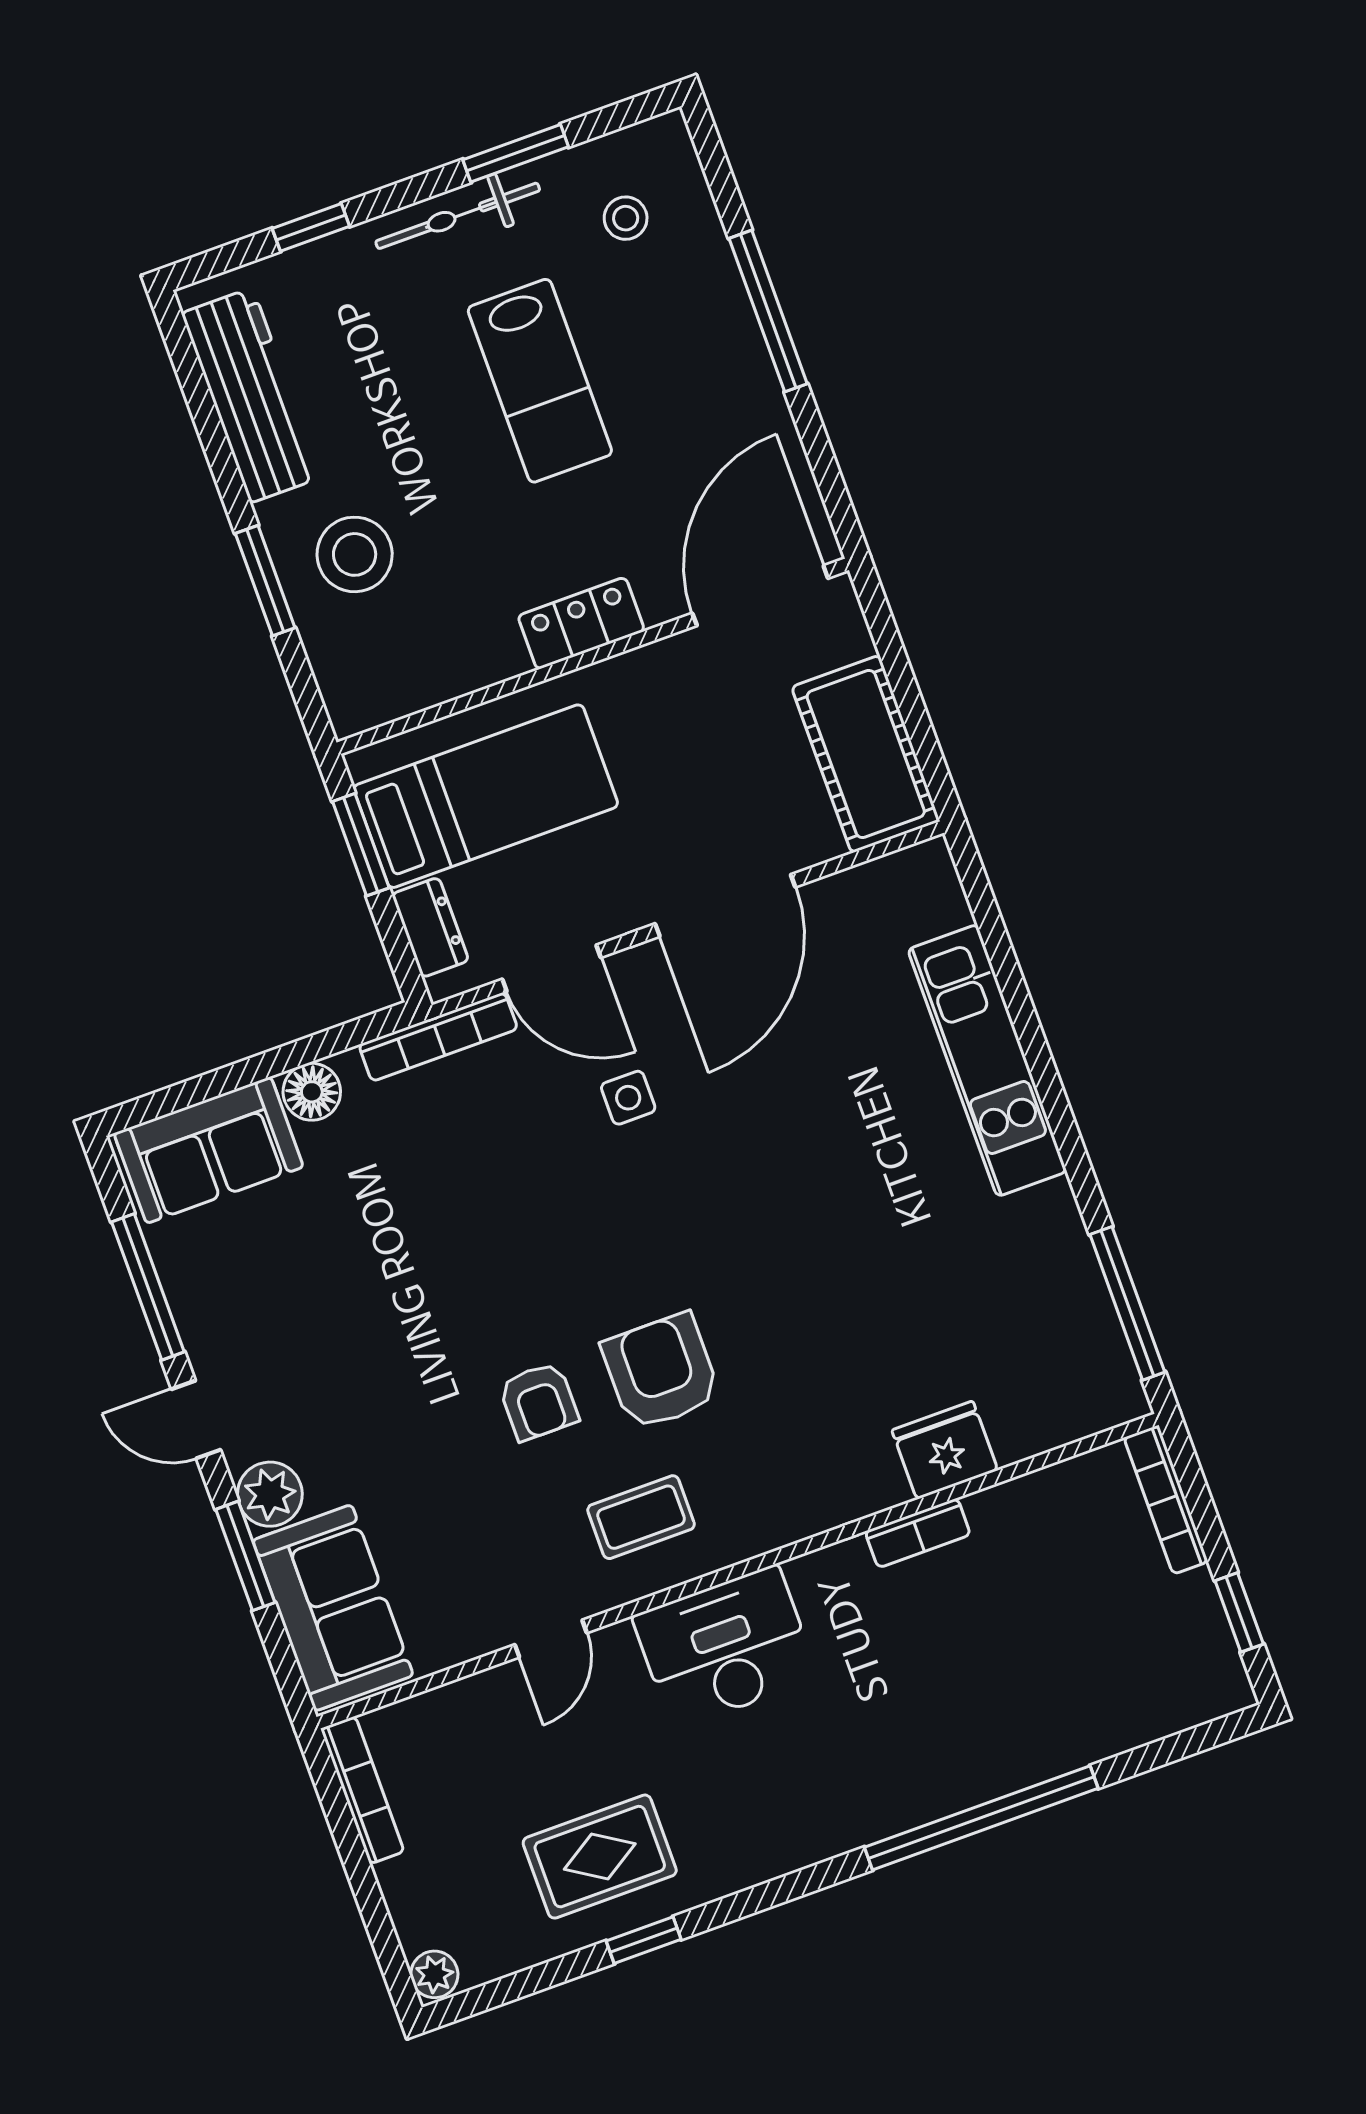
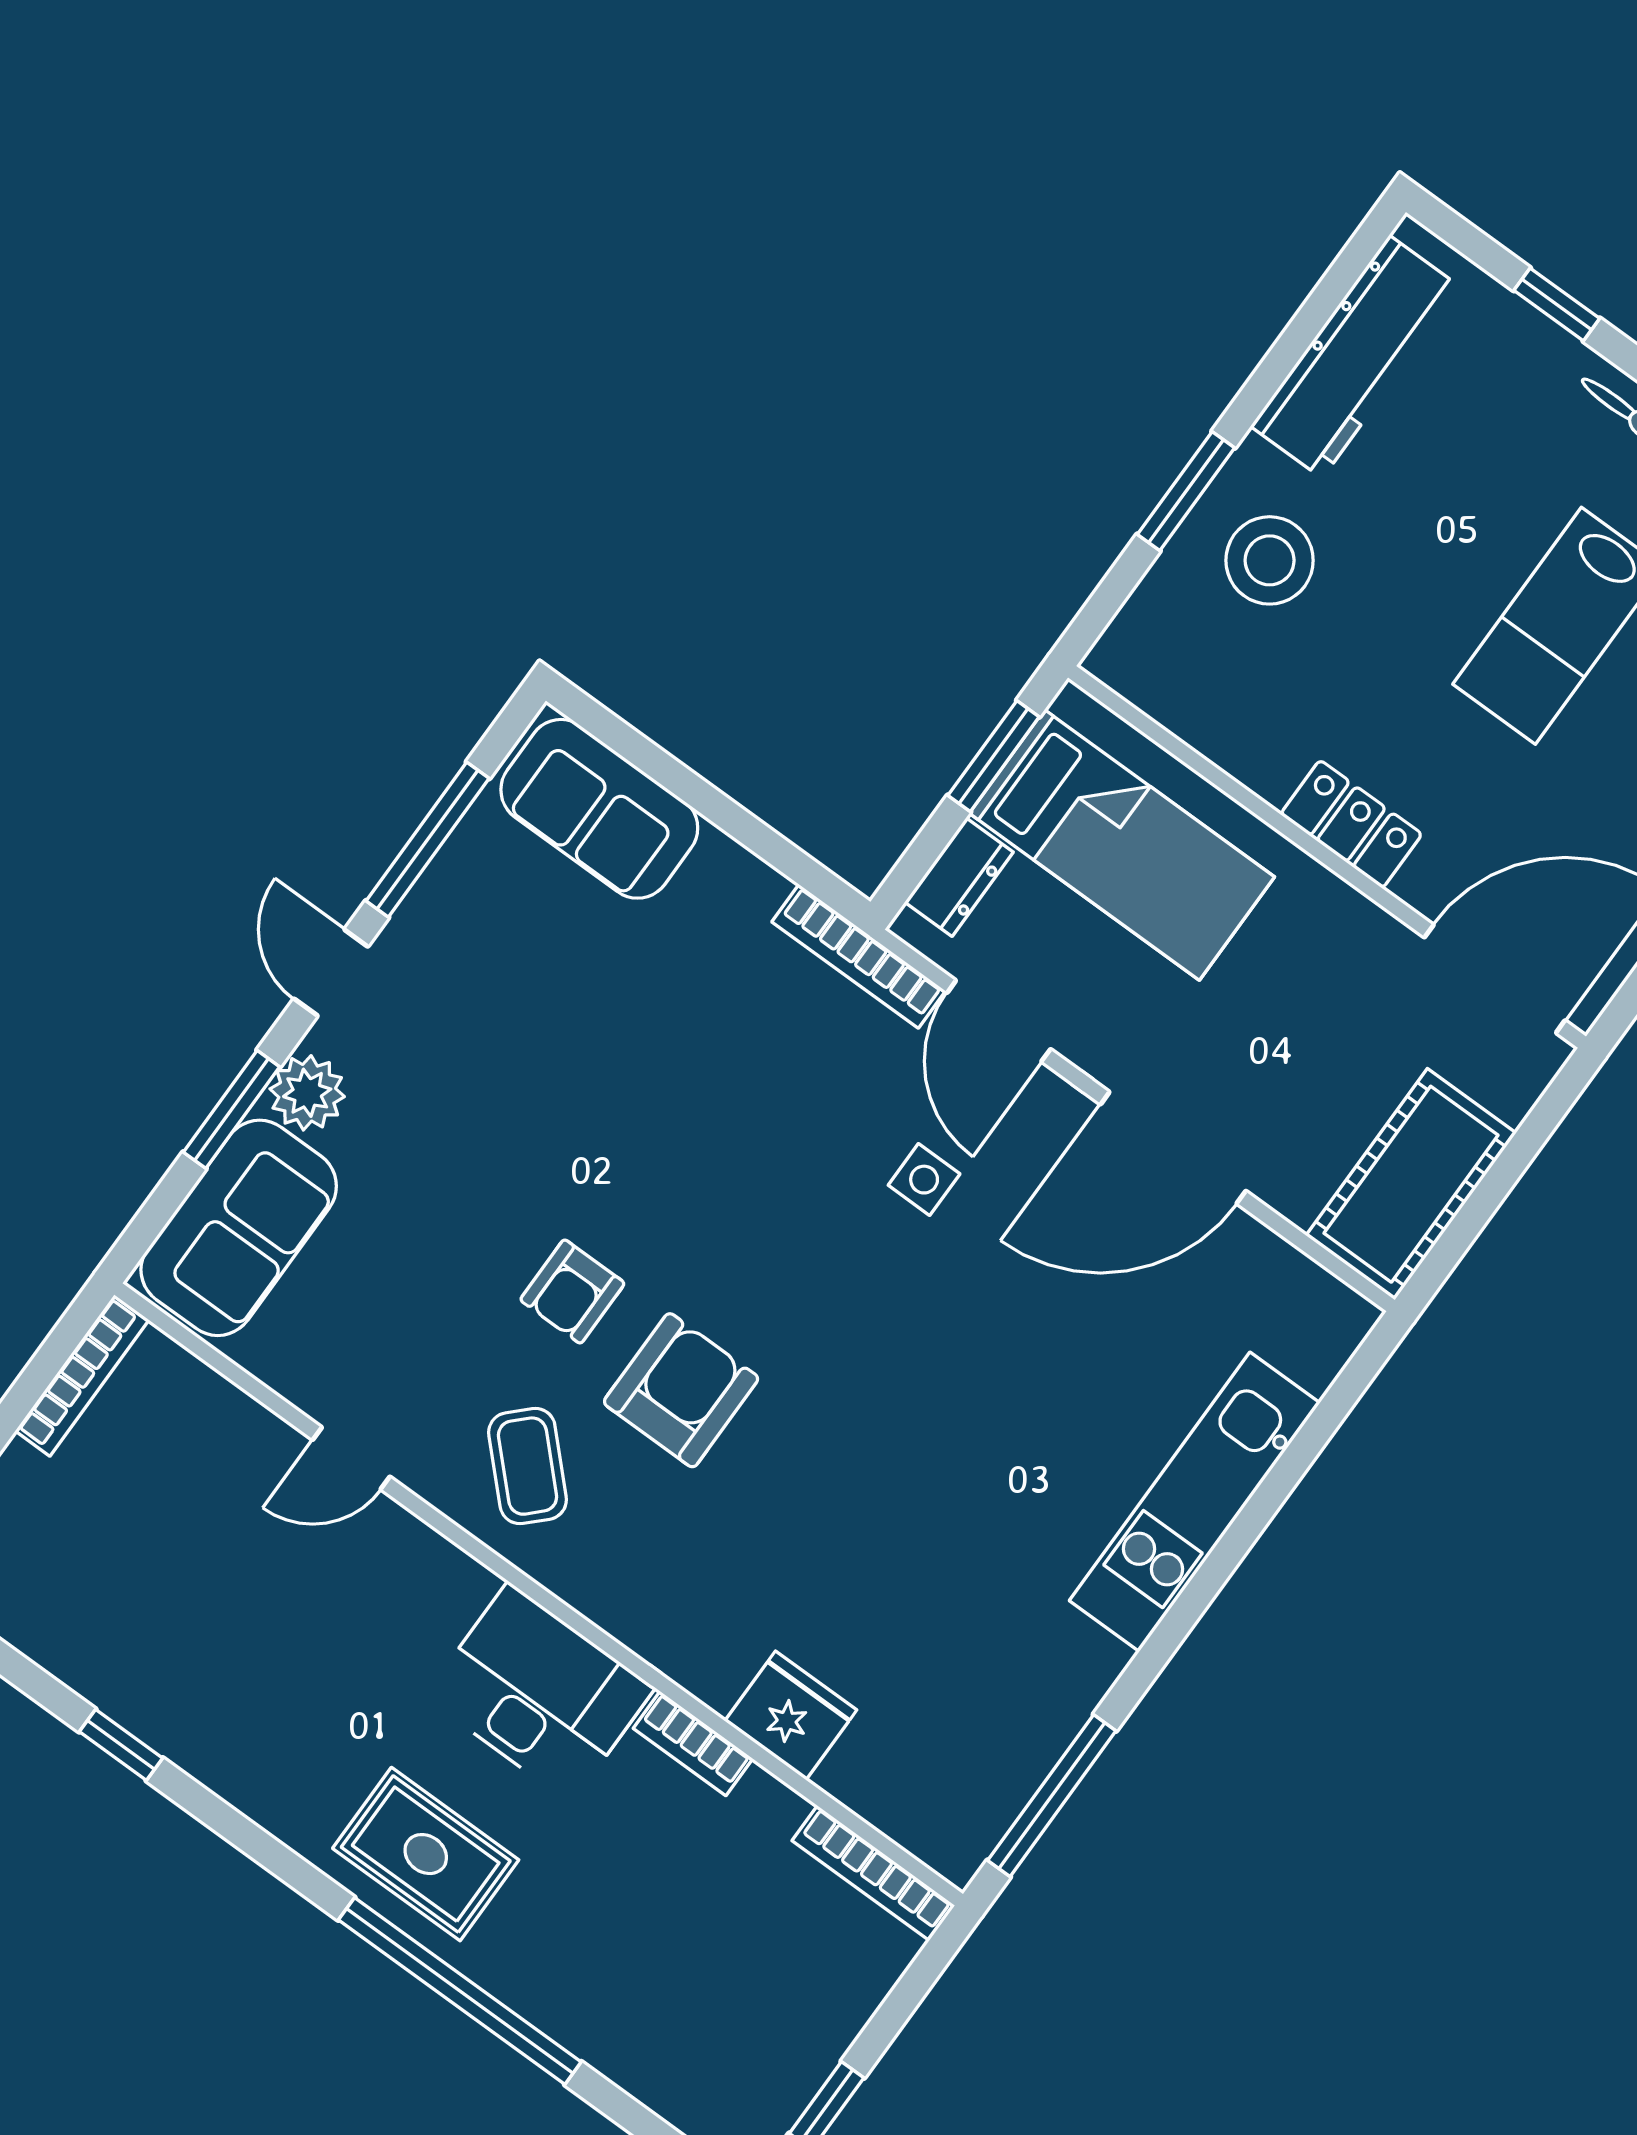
floor lamp: (312, 1092) -> (723, 870), removed
bookcase: (1166, 1500) -> (873, 1873), moved, turned -90
coffee table: (641, 1517) -> (528, 1466), turned 45
desk: (725, 1647) -> (539, 1692), moved
rug: (600, 1857) -> (426, 1854), moved

